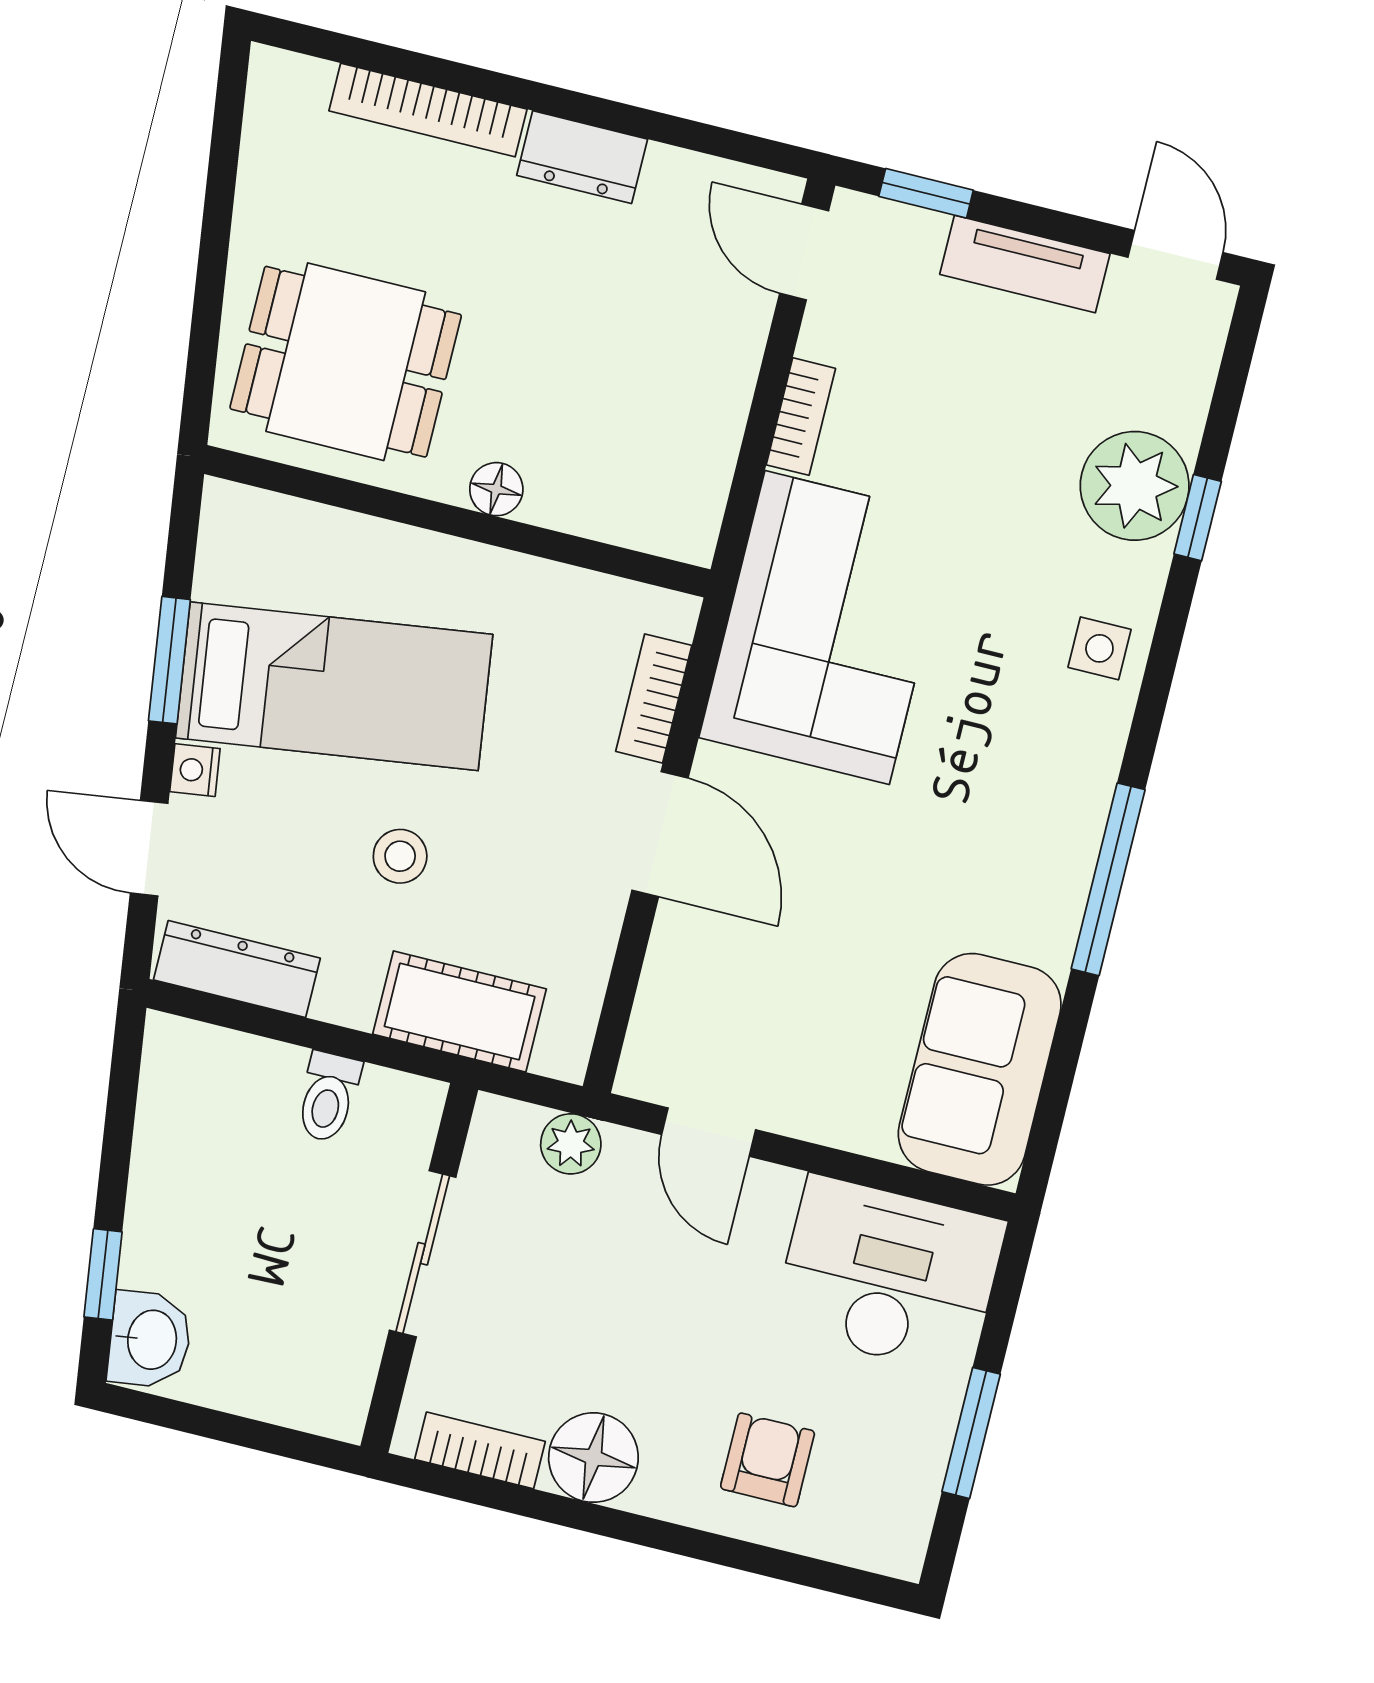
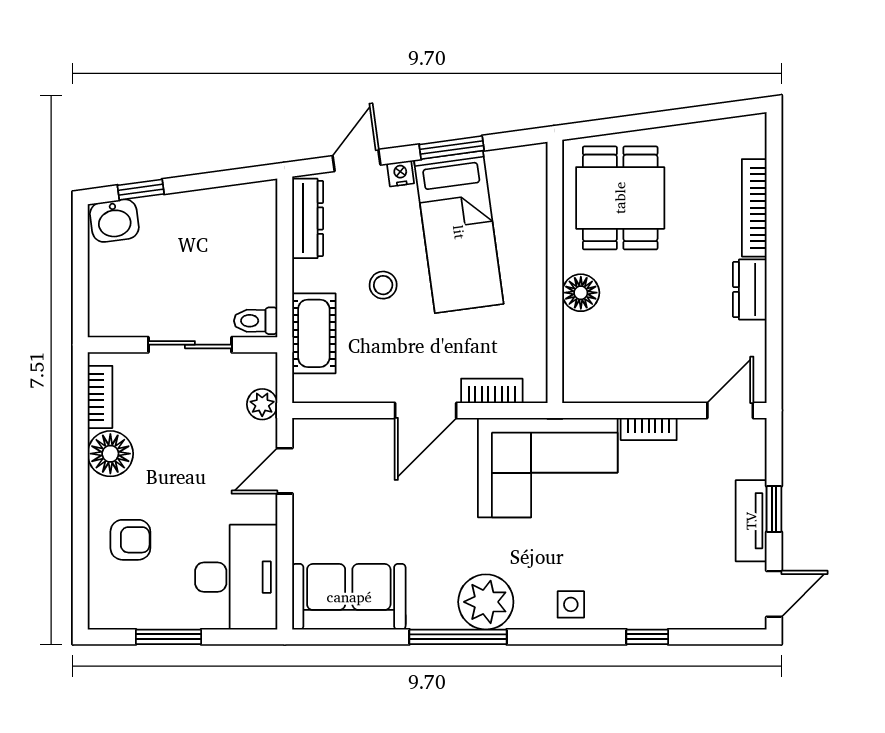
window: (926, 193) -> (774, 509), moved
plant: (1135, 486) -> (486, 602), moved
floor lamp: (496, 489) -> (581, 293), width x1.37, depth x1.37
toilet: (328, 1097) -> (256, 321), moved

